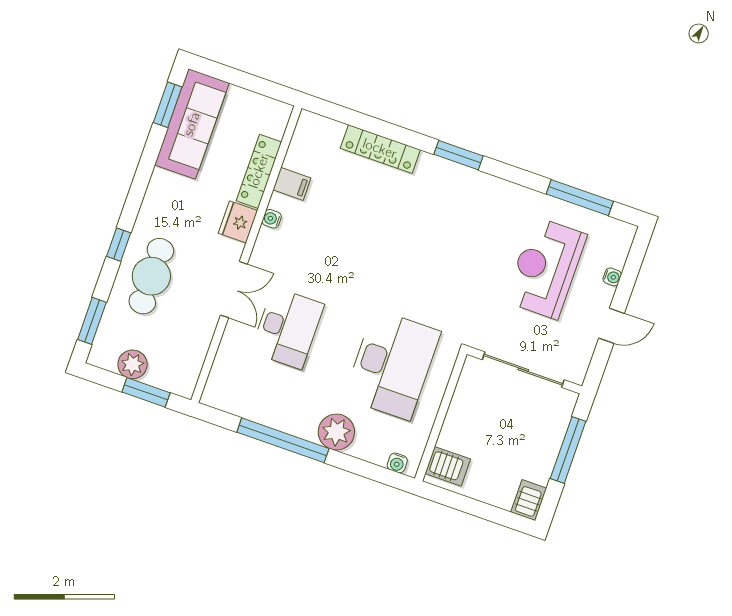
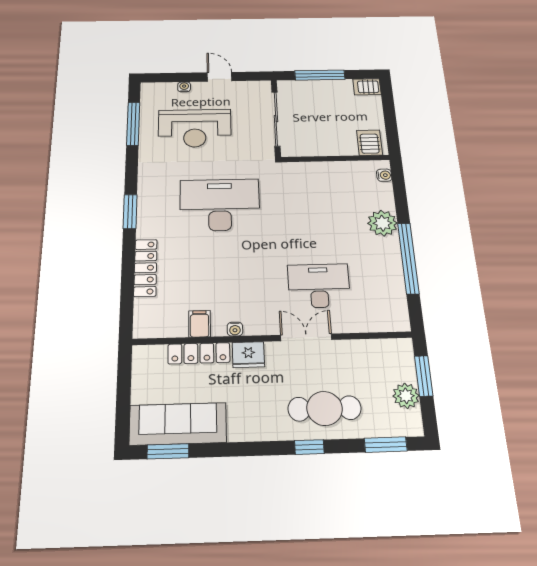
desk: (392, 365) -> (220, 205), moved

